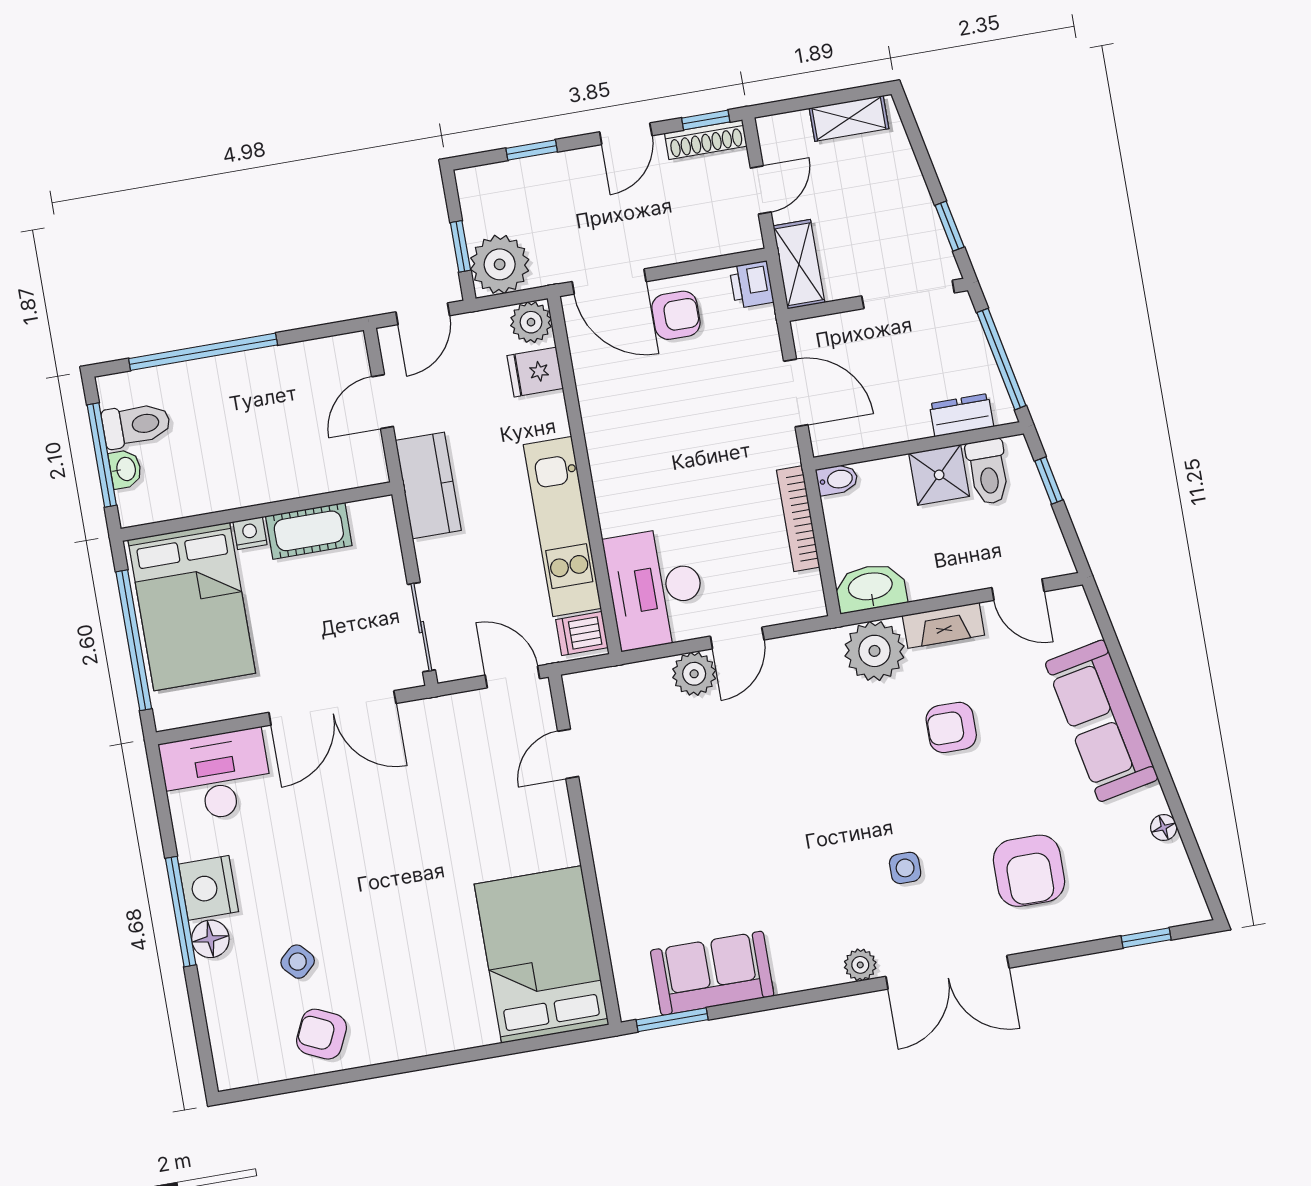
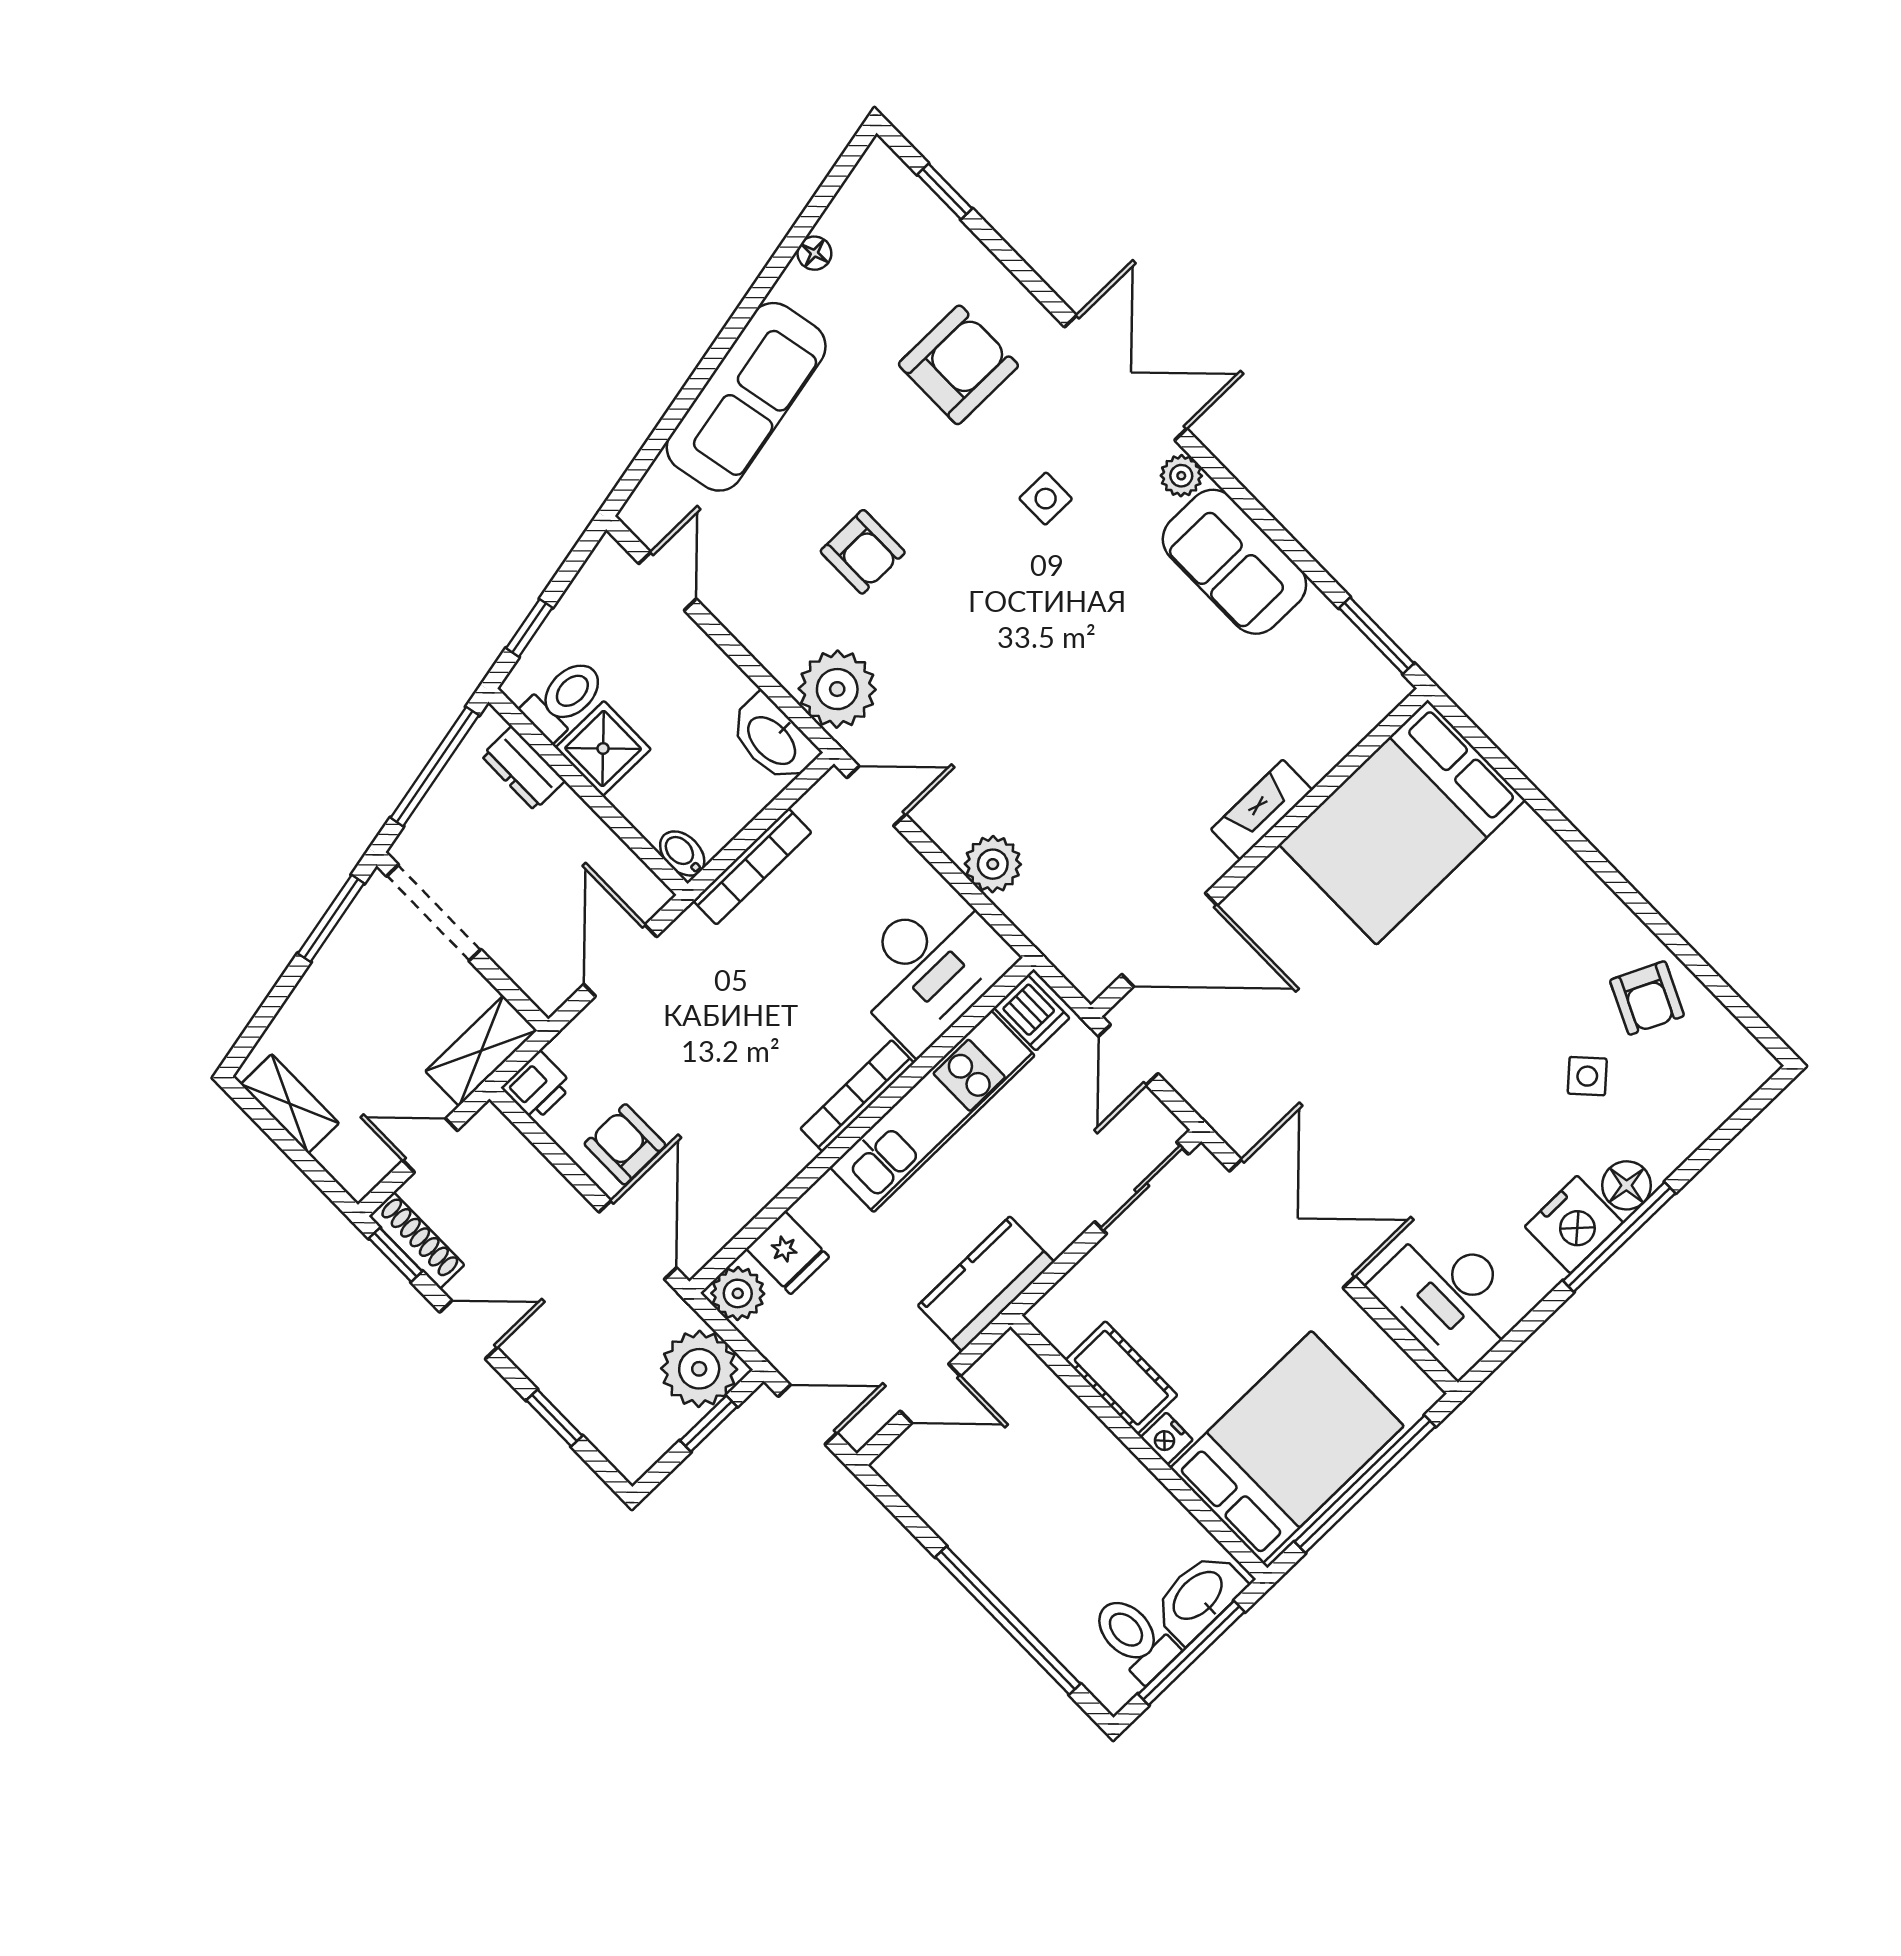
window: (950, 226) -> (331, 918), width x1.50
washbasin: (125, 469) -> (1199, 1597), width x1.91, depth x1.45
bookcase: (605, 485) -> (857, 1096), added
fireplace: (943, 625) -> (1262, 810), moved, turned -90
door: (737, 638) -> (876, 796), moved
door: (568, 754) -> (1169, 940), width x1.87
sofa: (712, 973) -> (1234, 562), moved

